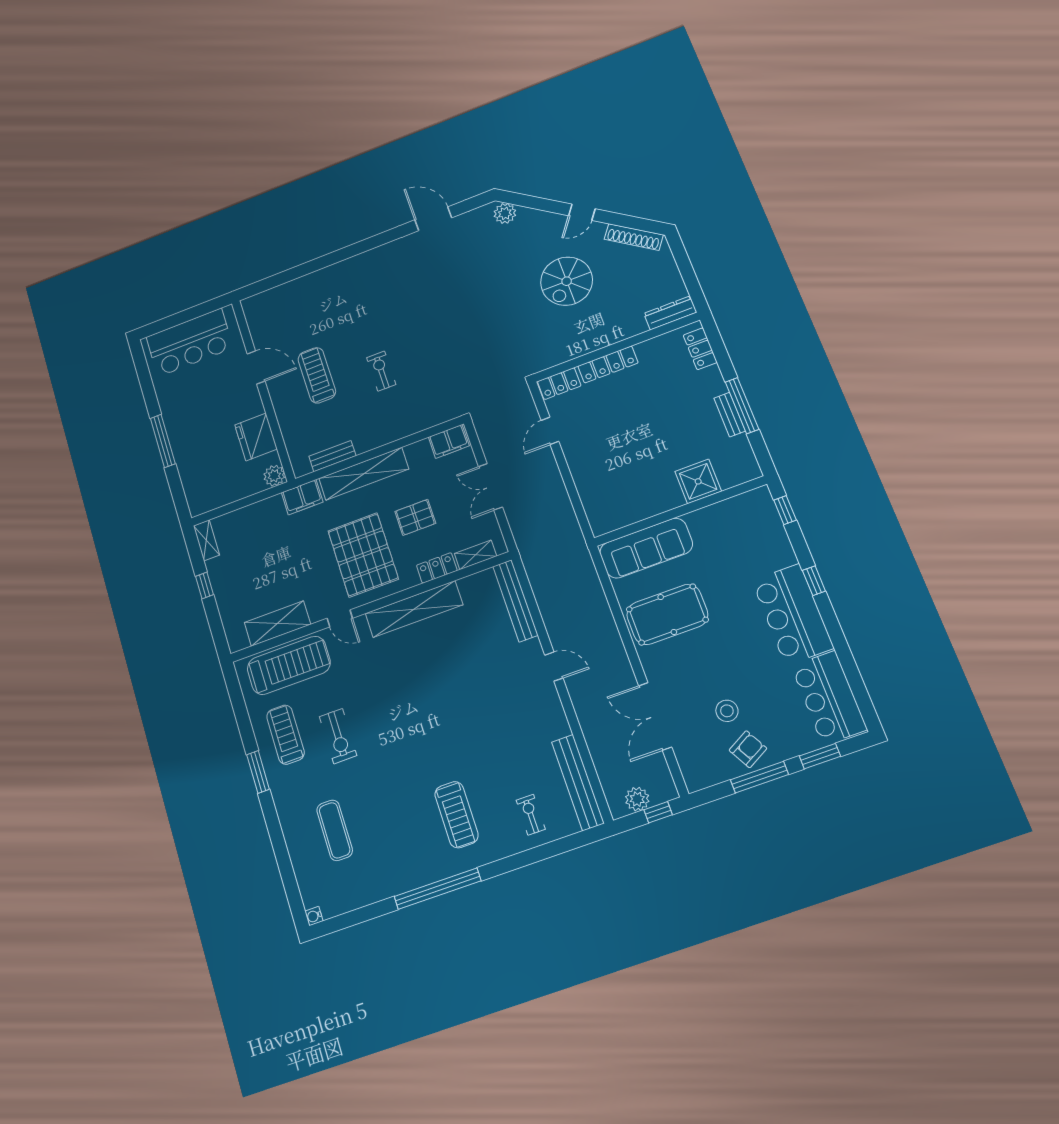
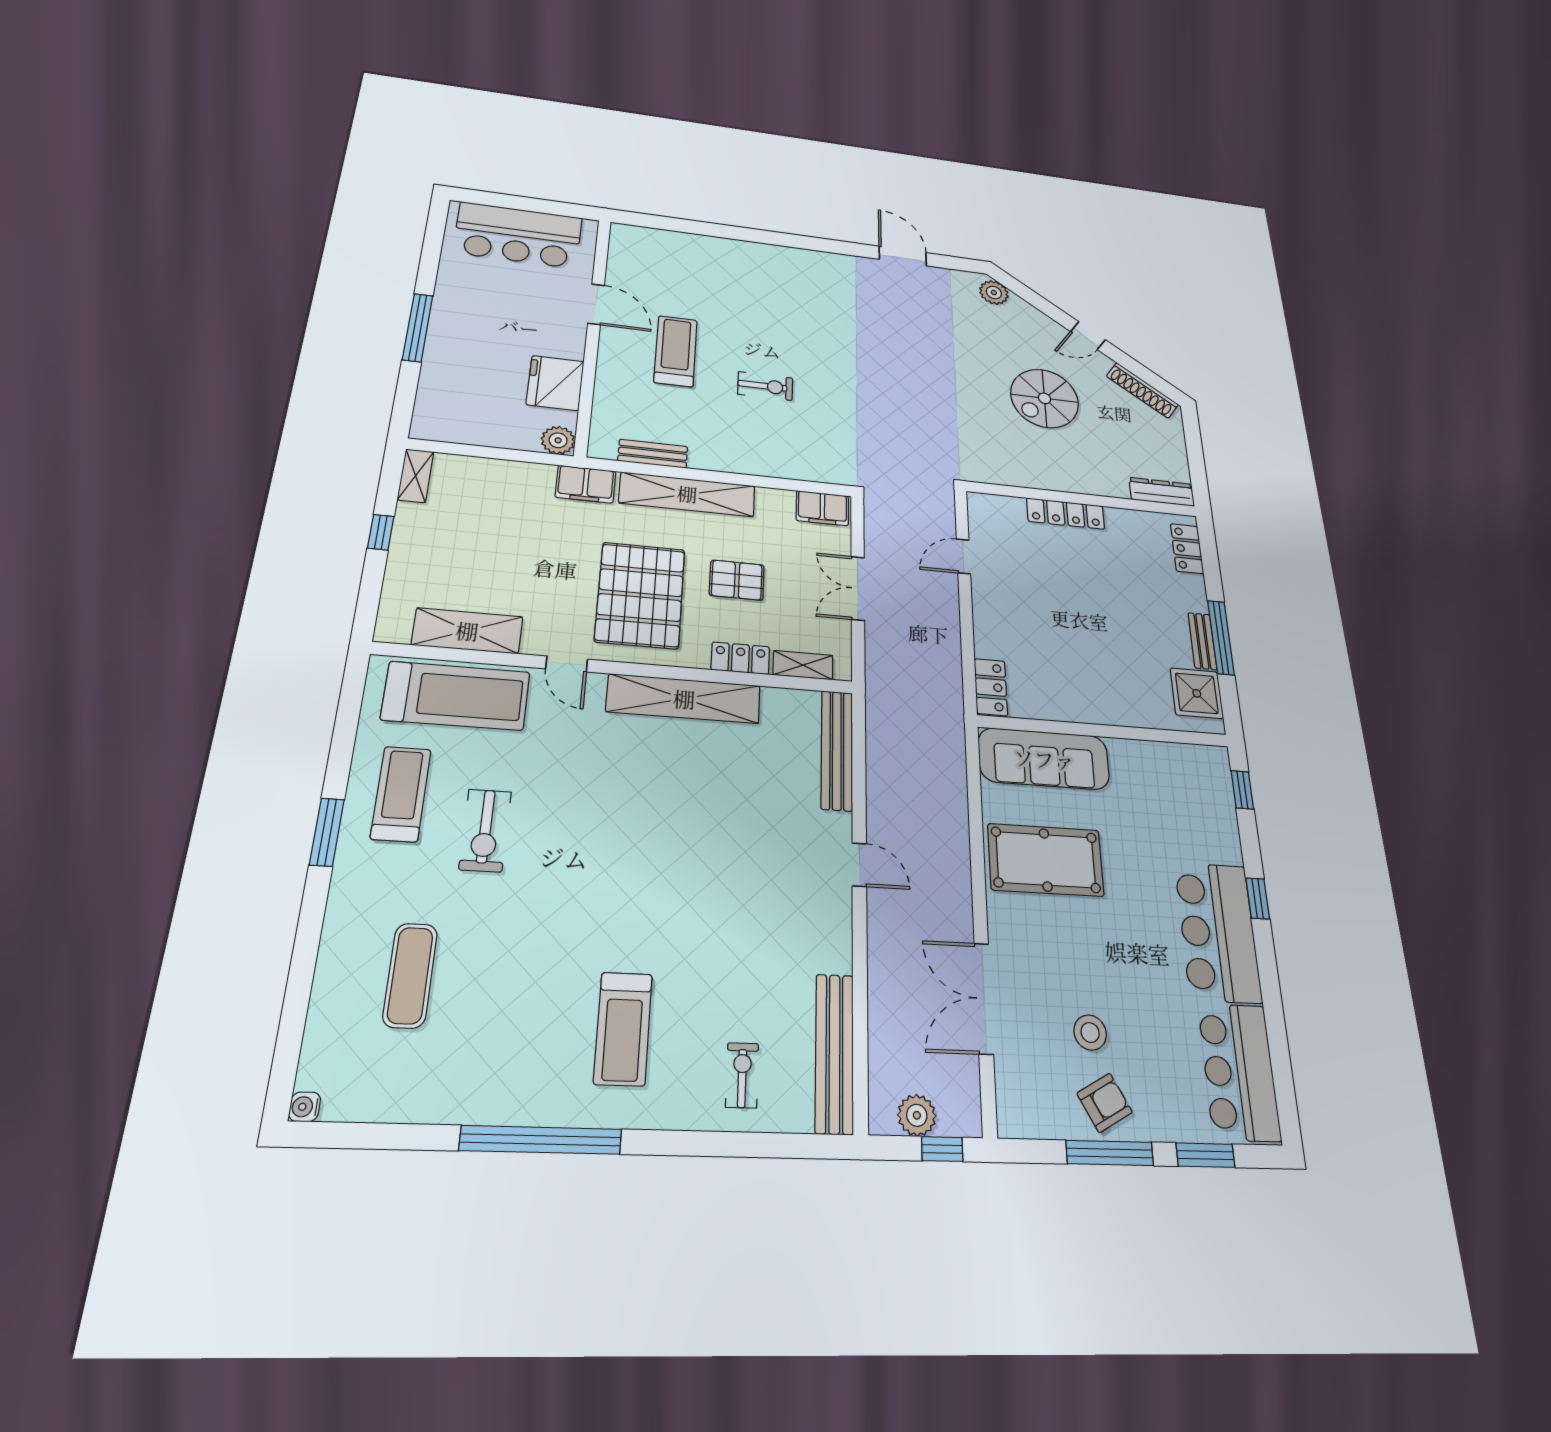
exercise bike: (381, 371) -> (765, 386), turned 90
locker: (559, 384) -> (991, 687), moved, turned -90
shower: (698, 481) -> (1197, 693), moved

